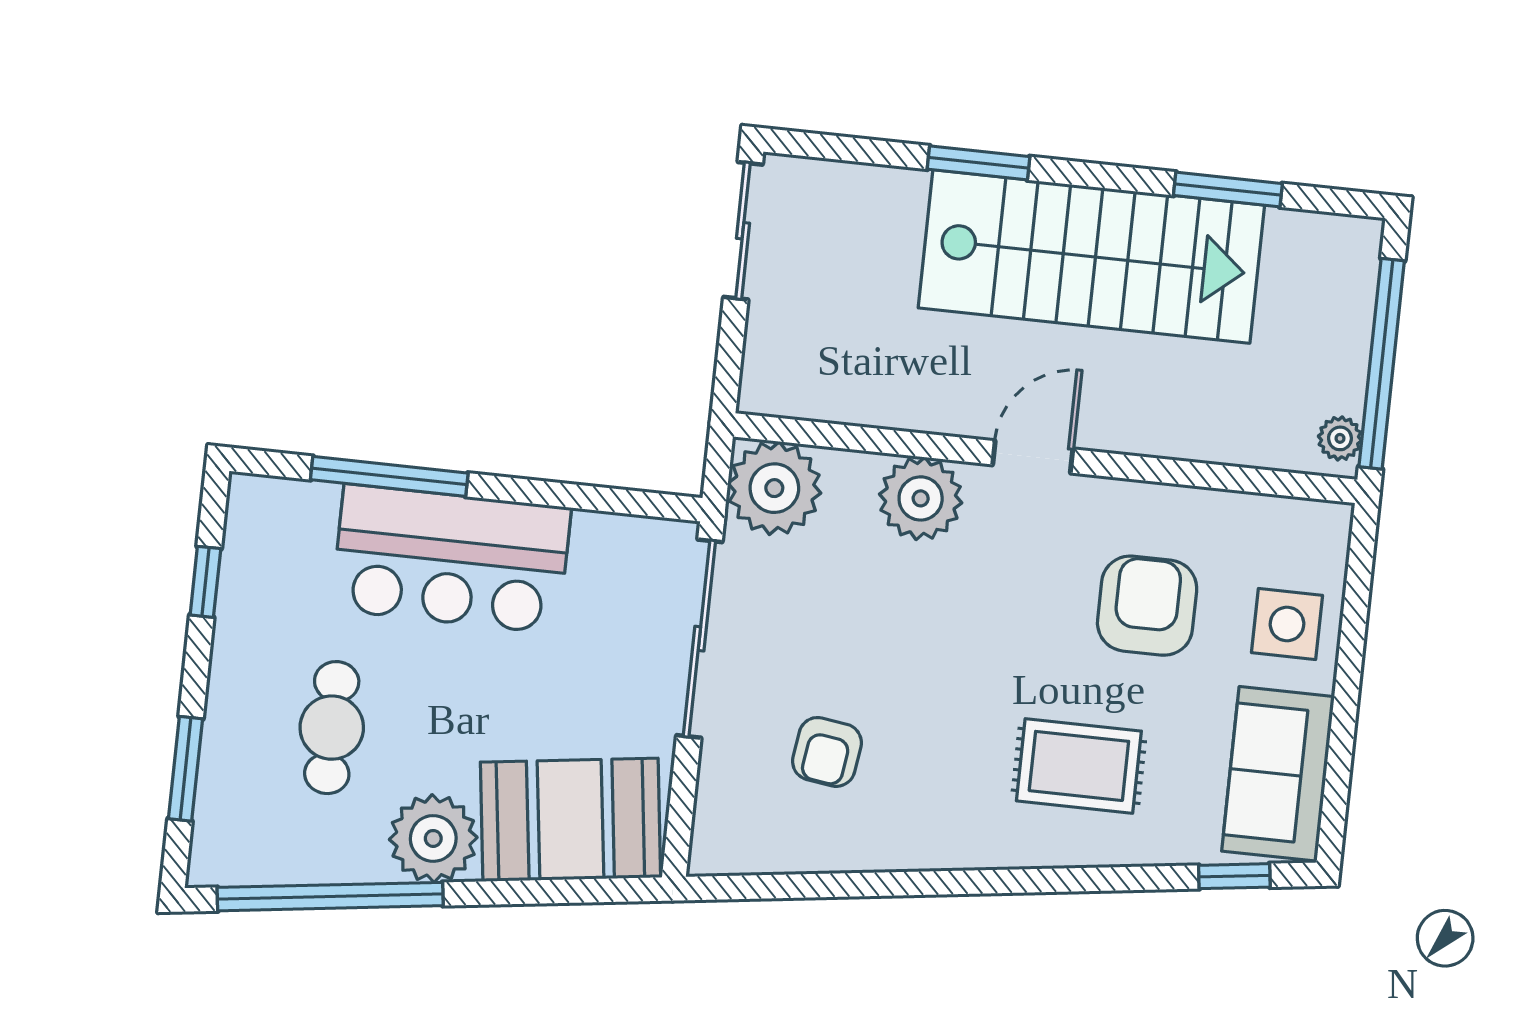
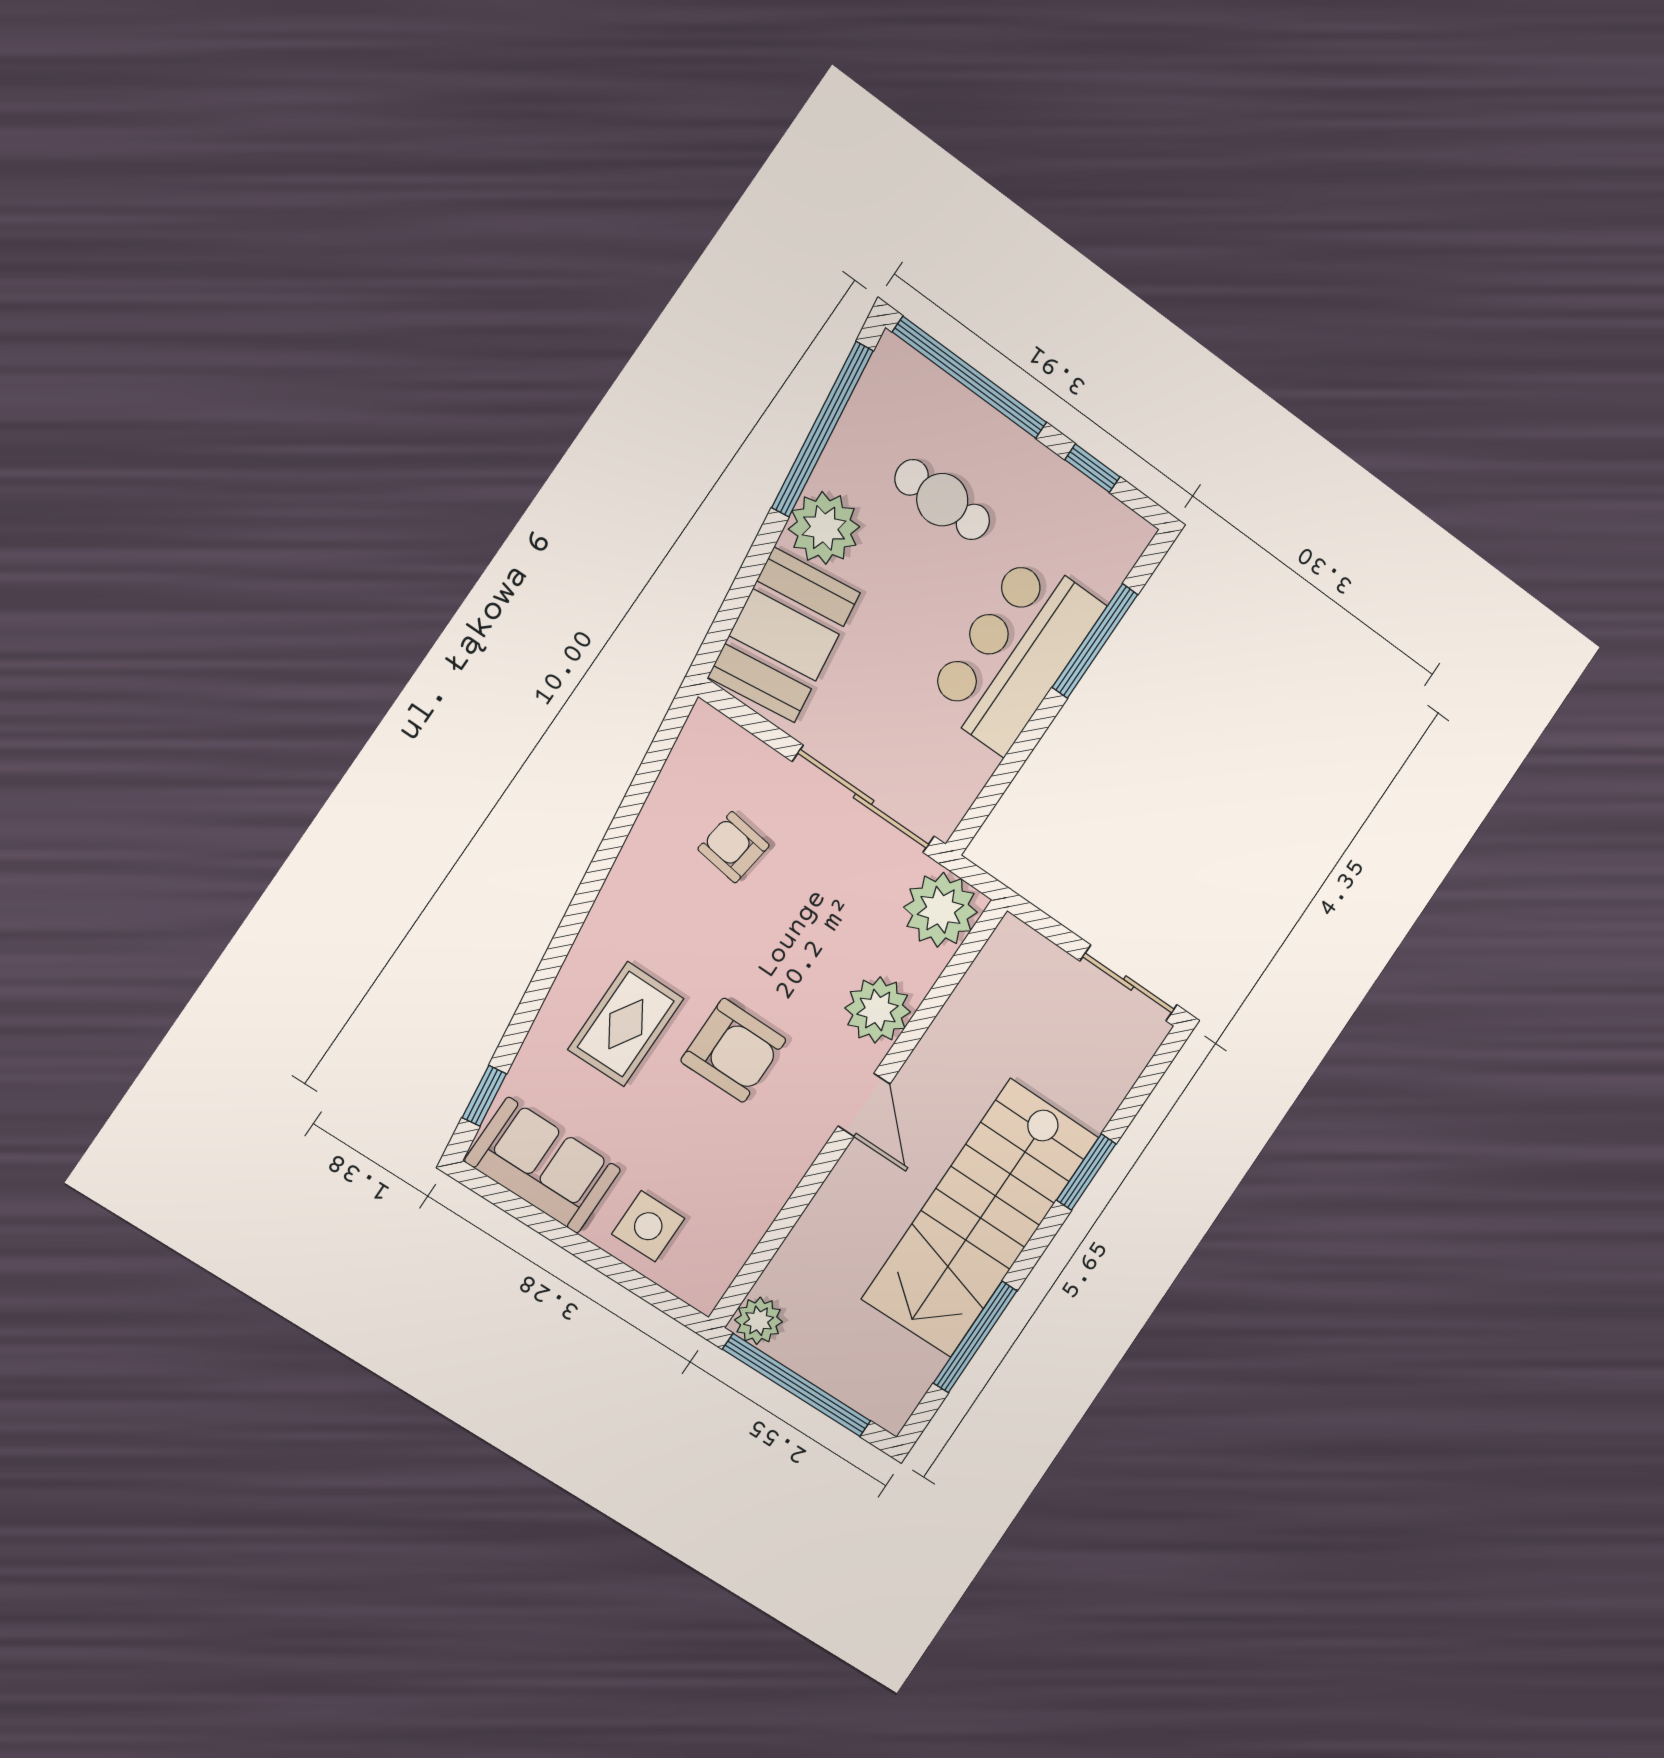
window: (1228, 189) -> (975, 1337), width x1.44
plant: (1340, 438) -> (759, 1321), width x1.38, depth x1.38
armchair: (1147, 606) -> (733, 1050), moved
window: (185, 769) -> (970, 377), width x2.11

